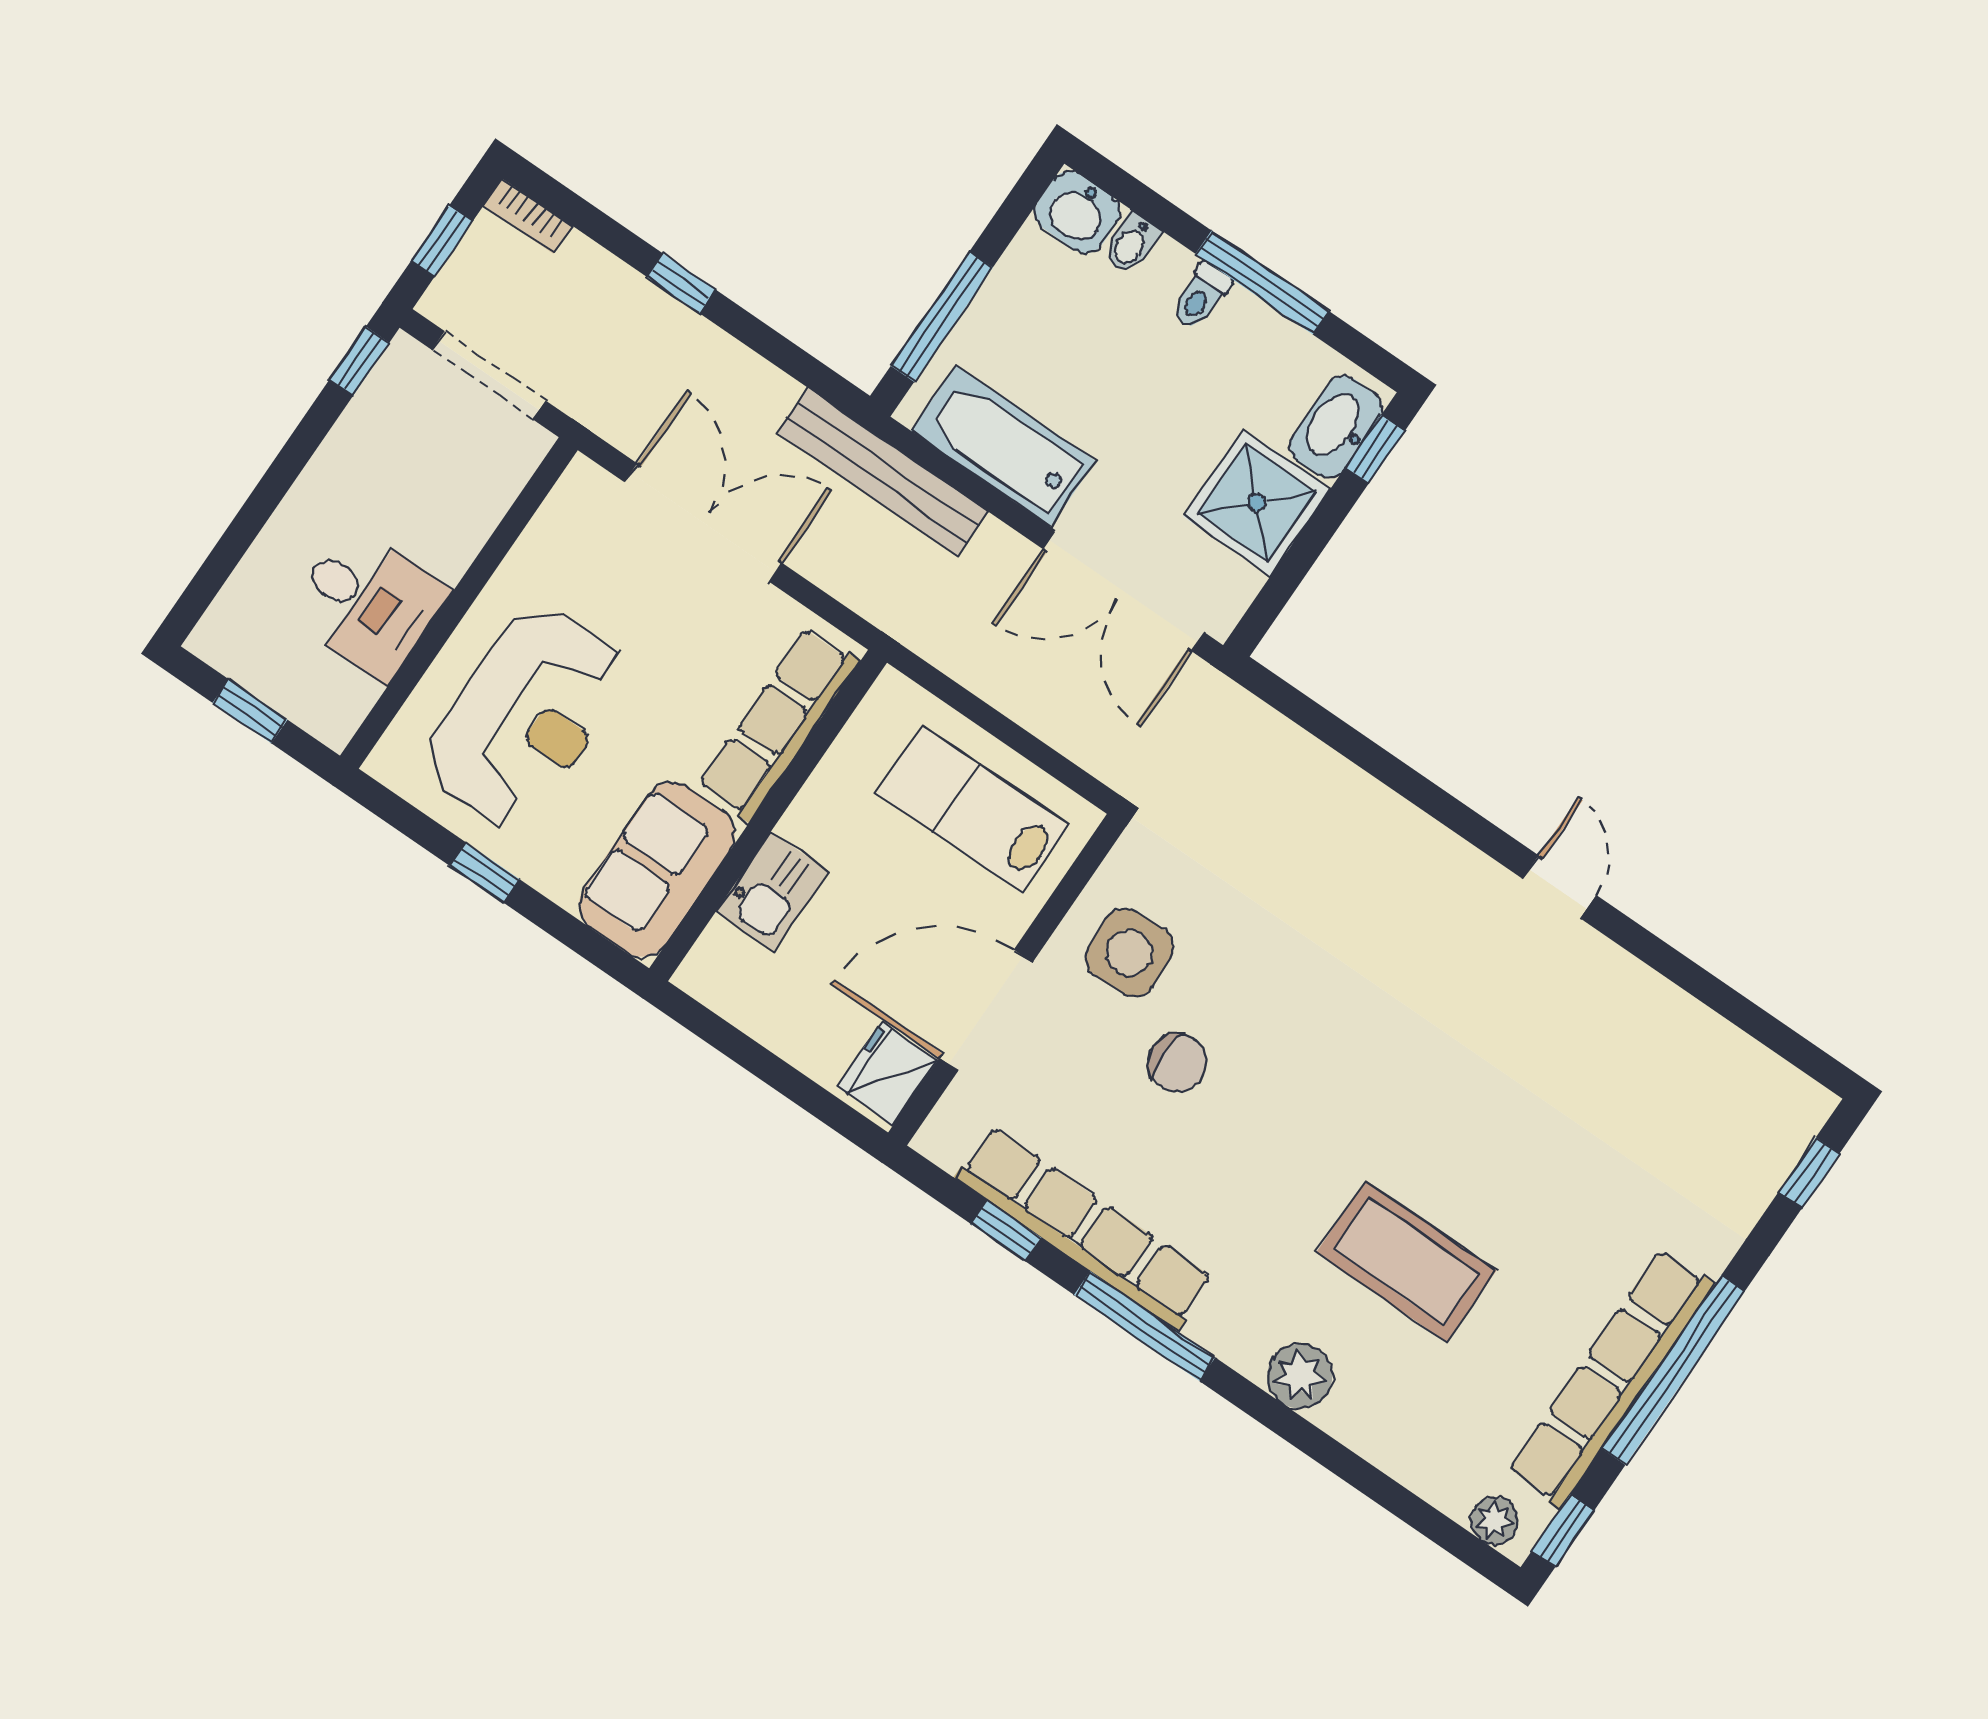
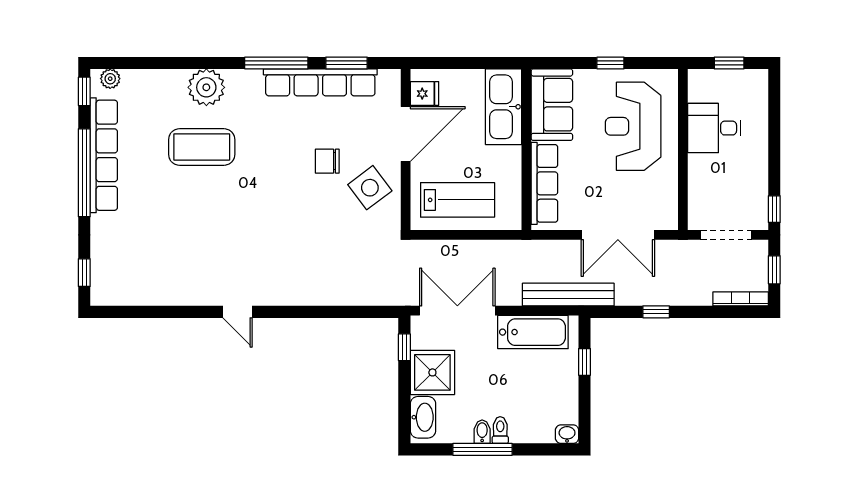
washbasin: (1077, 212) -> (567, 434), width x0.72, depth x0.69
bookcase: (528, 216) -> (741, 299), width x1.56
bidet: (1131, 244) -> (482, 432), moved
window: (681, 283) -> (656, 312), moved
window: (942, 317) -> (585, 362), width x0.46
window: (1375, 449) -> (404, 347), moved
kitchen sink: (772, 891) -> (504, 107), width x1.87, depth x1.24
side table: (1129, 953) -> (370, 188), turned -34
fridge: (887, 1074) -> (424, 94), width x0.72
window: (1006, 1231) -> (347, 63), width x1.50
plant: (1300, 1376) -> (206, 87), width x1.36, depth x1.36

